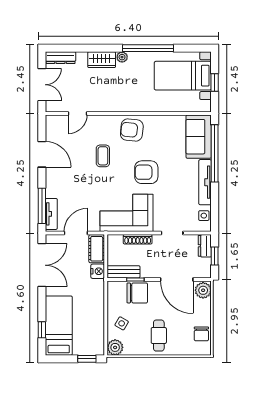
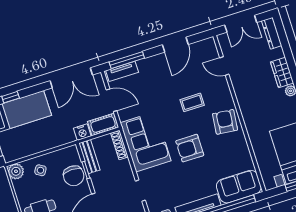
armchair: (146, 172) -> (190, 148), turned -90
shoe rack: (138, 239) -> (119, 145), moved

